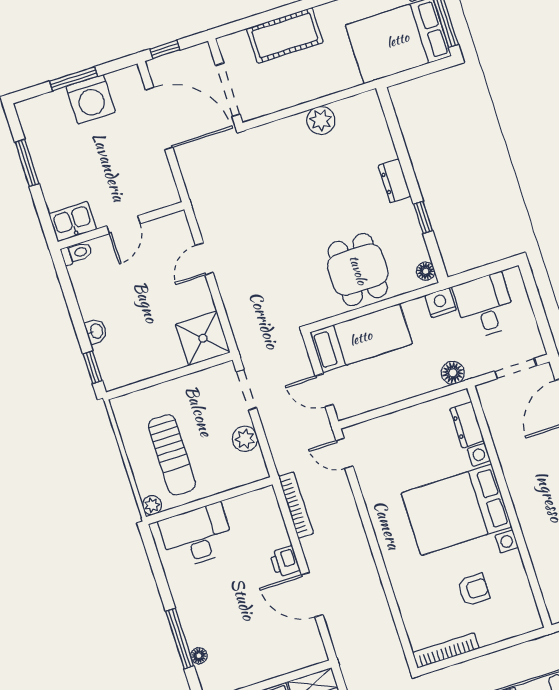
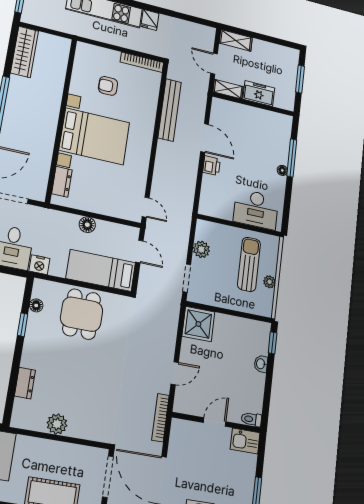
dresser: (394, 181) -> (25, 383), moved
floor lamp: (426, 271) -> (36, 305), moved
floor lamp: (453, 373) -> (87, 225), moved
plant: (152, 505) -> (270, 282), moved
bookcase: (296, 505) -> (160, 418), moved
bench: (377, 606) -> (170, 110), added
floor lamp: (199, 656) -> (282, 170), moved

